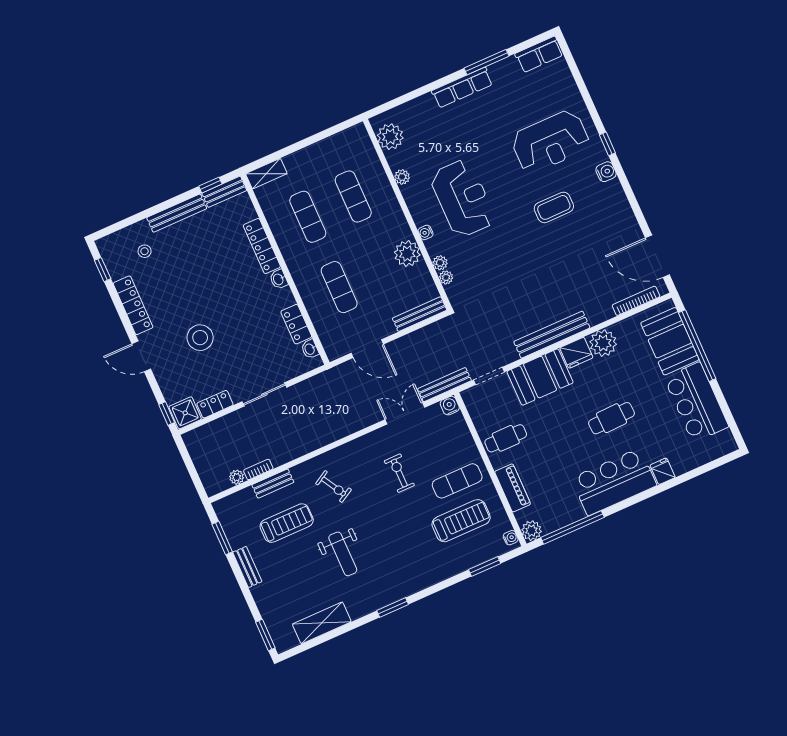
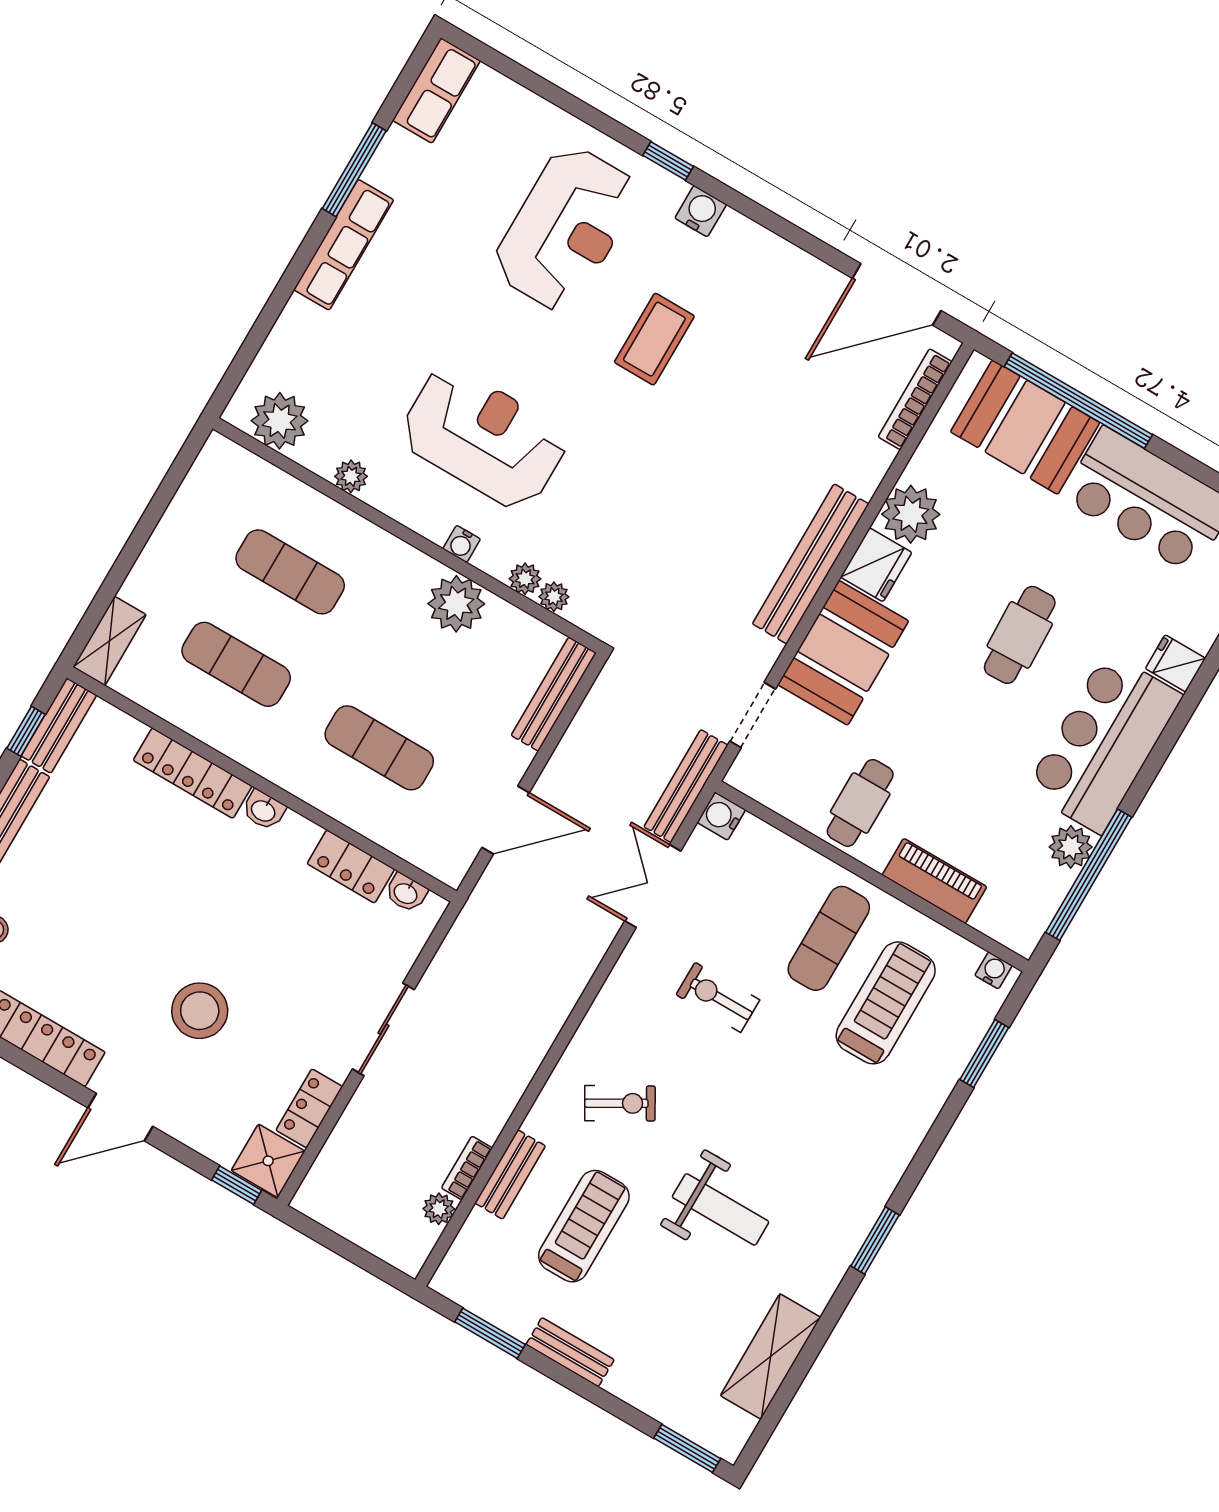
plant: (532, 531) -> (1071, 847), moved

